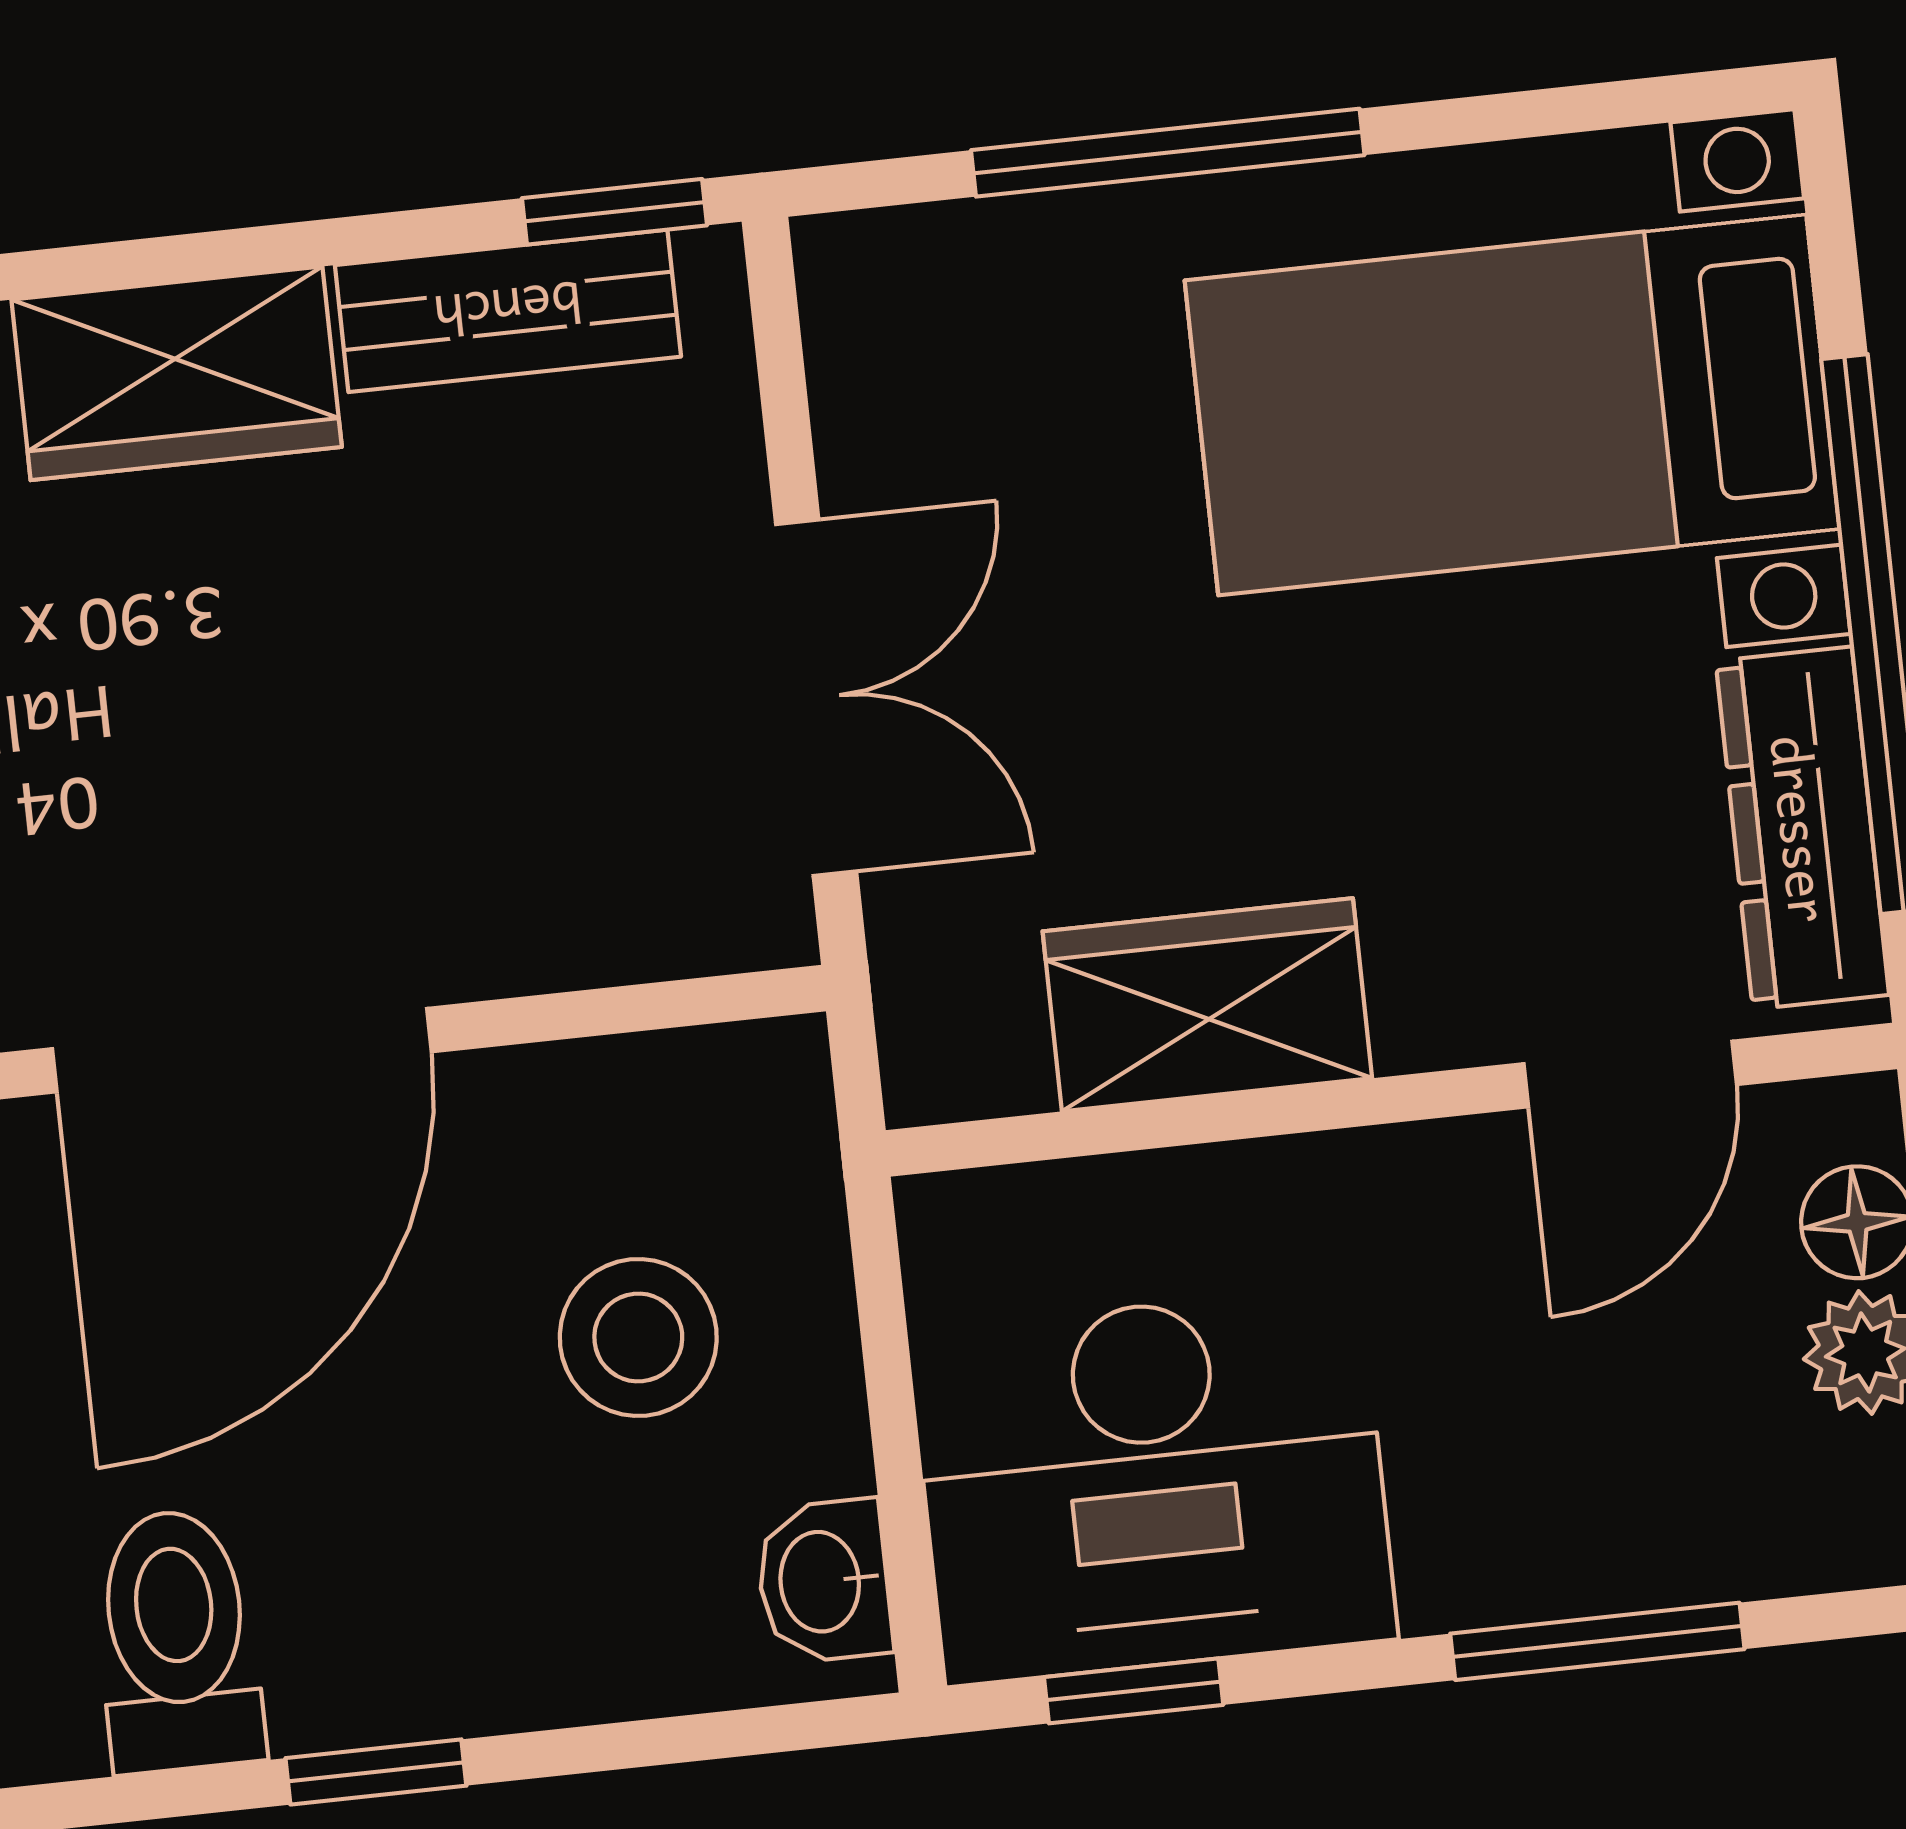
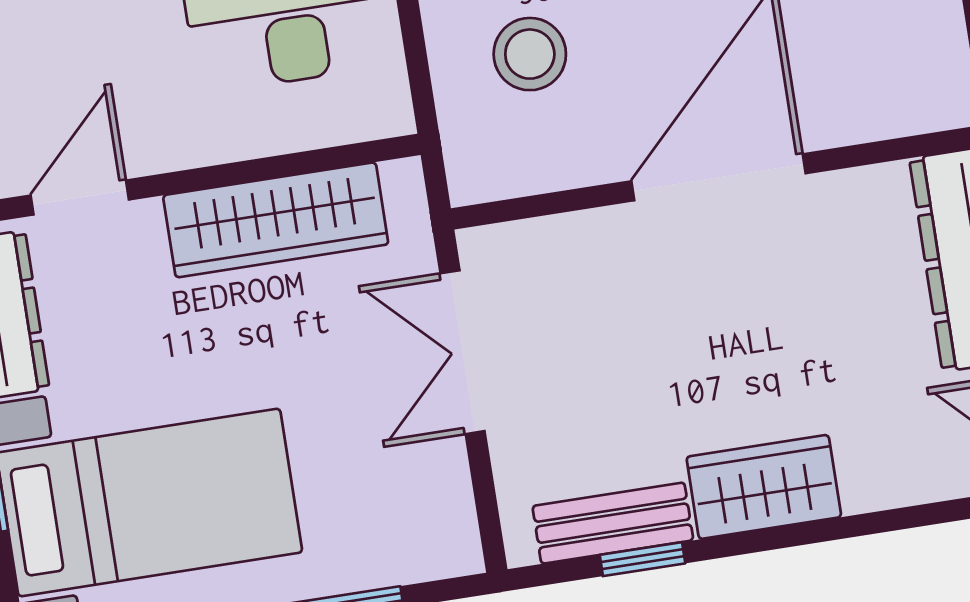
window: (614, 212) -> (642, 559), moved
wardrobe: (1207, 1005) -> (276, 220), width x1.50

